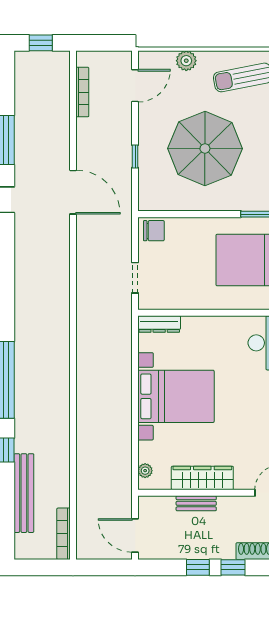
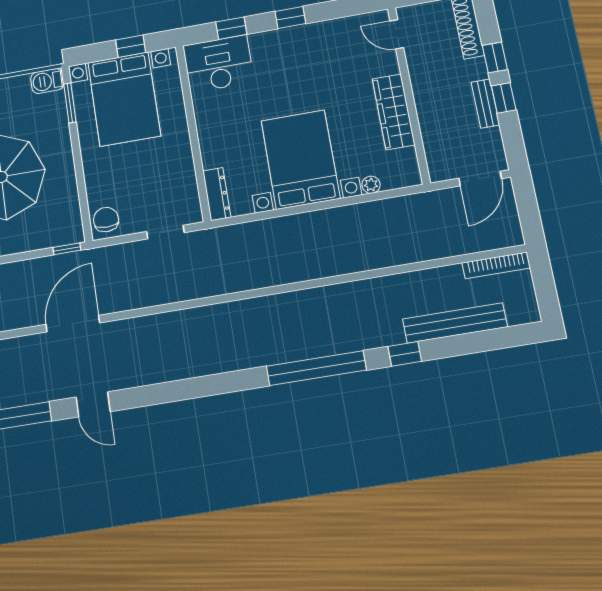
window: (135, 156) -> (67, 249), moved
plant: (145, 471) -> (371, 185), moved
bench: (196, 503) -> (485, 104), moved

